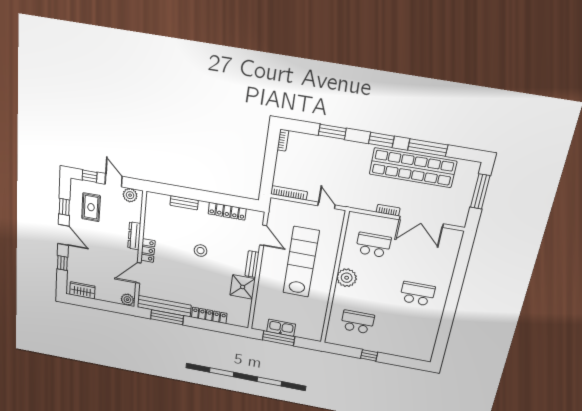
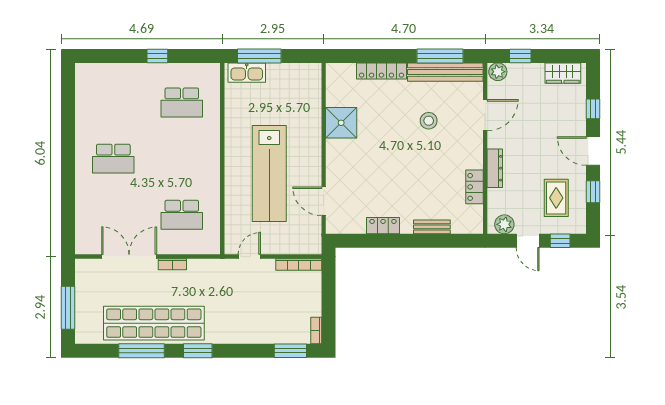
window: (332, 132) -> (290, 351), moved
door: (326, 205) -> (249, 257), swing flipped
locker: (227, 211) -> (383, 226), width x0.66
locker: (148, 250) -> (474, 187), moved
stool: (201, 251) -> (429, 121), moved
bench: (252, 264) -> (333, 158), removed
plant: (347, 278) -> (207, 163), removed
window: (111, 307) -> (520, 56), added
kitchen sink: (281, 328) -> (247, 73), moved
window: (279, 338) -> (259, 56), moved

